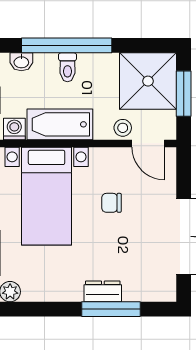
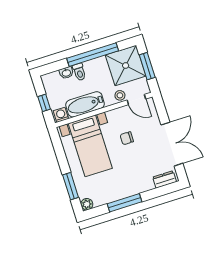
window: (67, 45) -> (93, 55), moved
washbasin: (21, 62) -> (66, 73), moved
dresser: (103, 291) -> (165, 179), moved
window: (111, 309) -> (124, 203), moved

